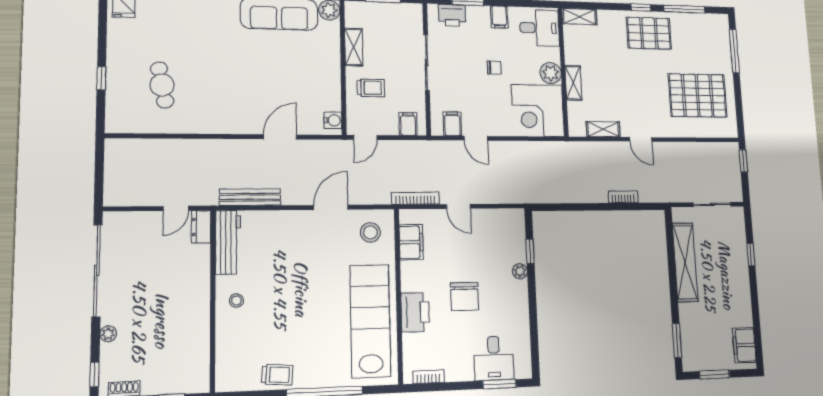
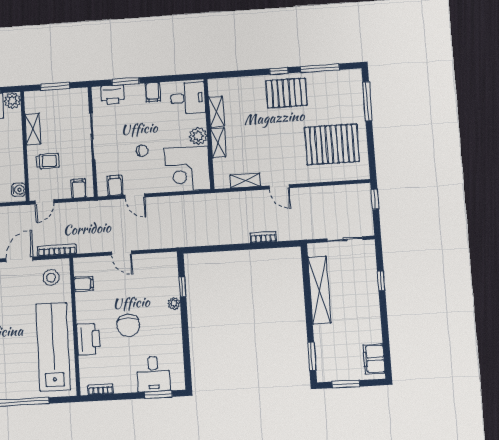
shelving: (579, 17) -> (216, 112), moved, turned 90
chair: (494, 68) -> (142, 151), moved
bookcase: (415, 198) -> (57, 250), moved
filing cabinet: (411, 242) -> (84, 284), width x0.50

